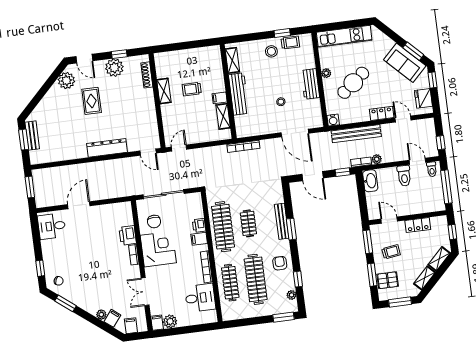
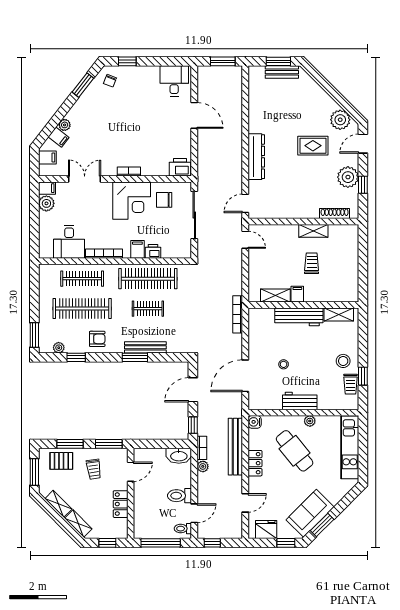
locker: (382, 113) -> (255, 463), moved
printer: (128, 235) -> (180, 167), moved
pallet: (388, 280) -> (61, 461), turned 90

